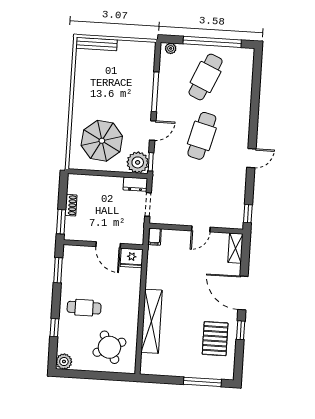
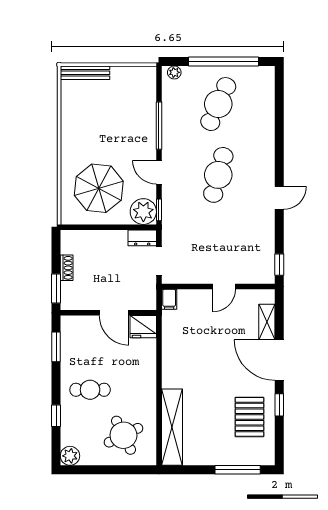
door: (153, 131) -> (159, 172), swing flipped
shelving: (235, 248) -> (267, 322), moved
shelving: (152, 321) -> (172, 427), moved

